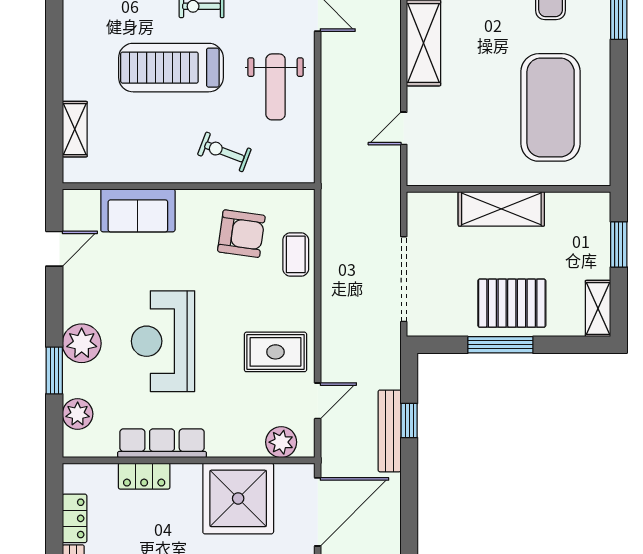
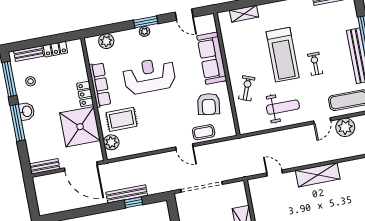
treadmill: (171, 68) -> (283, 55), turned 180
weight bench: (276, 87) -> (283, 107), turned 180
sofa: (138, 210) -> (212, 58), width x1.36
plant: (82, 343) -> (144, 31), width x0.53, depth x0.53
rug: (275, 352) -> (122, 119), moved, turned 90
window: (54, 370) -> (146, 22), moved
door: (318, 401) -> (184, 147), moved
locker: (144, 476) -> (85, 94), moved

